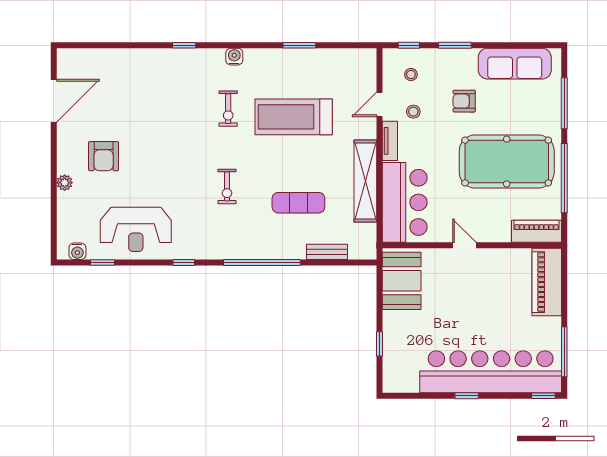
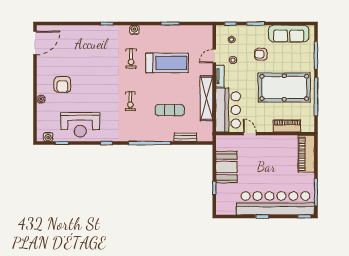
door: (54, 101) -> (35, 43), moved
treadmill: (294, 117) -> (167, 63), turned 180
piano: (536, 231) -> (287, 126), moved
door: (464, 245) -> (250, 134), moved
booth: (402, 281) -> (226, 167), moved

